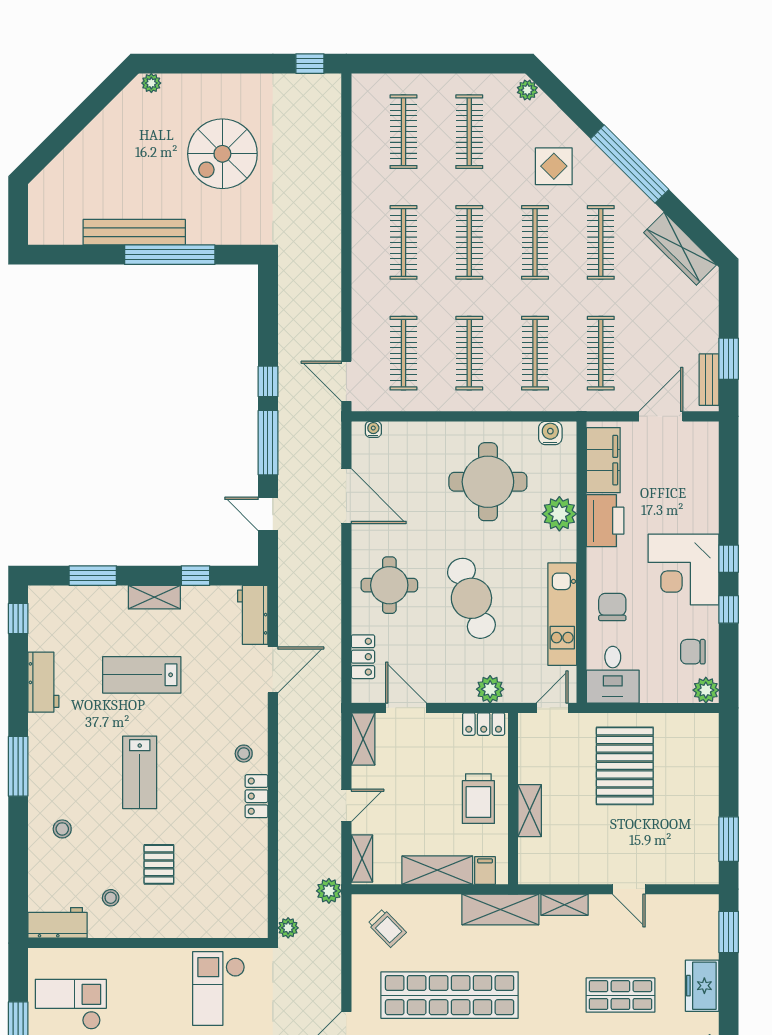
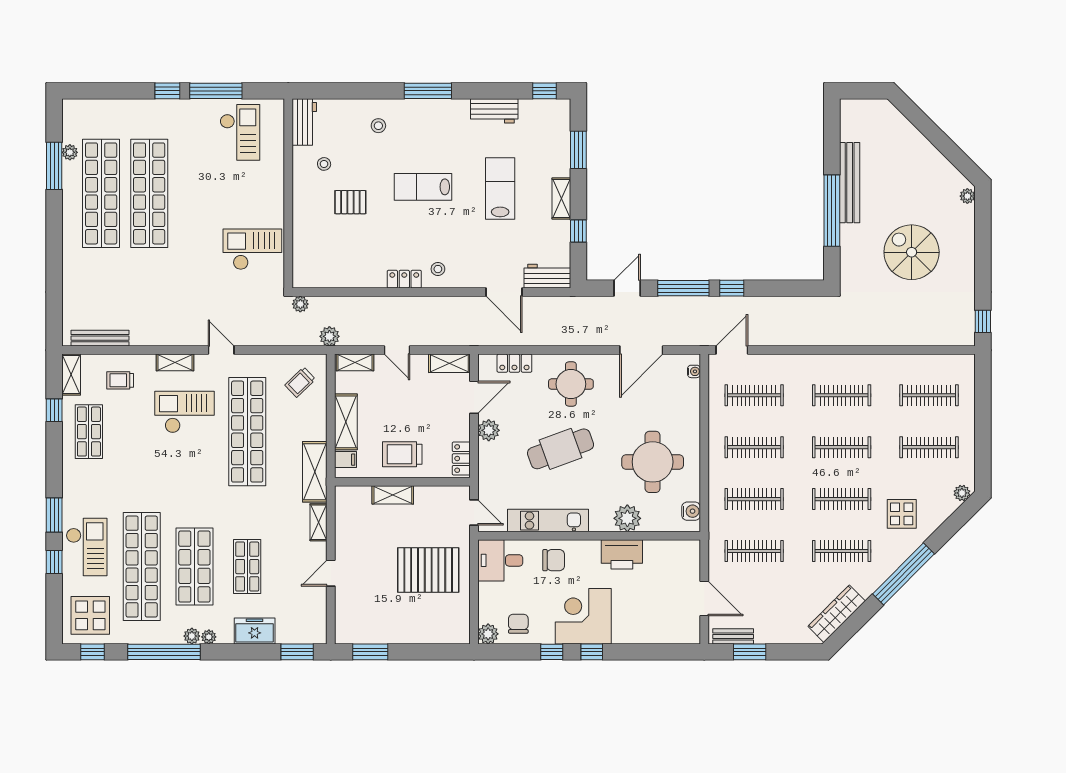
filing cabinet: (603, 460) -> (670, 553), removed
plant: (490, 689) -> (489, 430), moved

